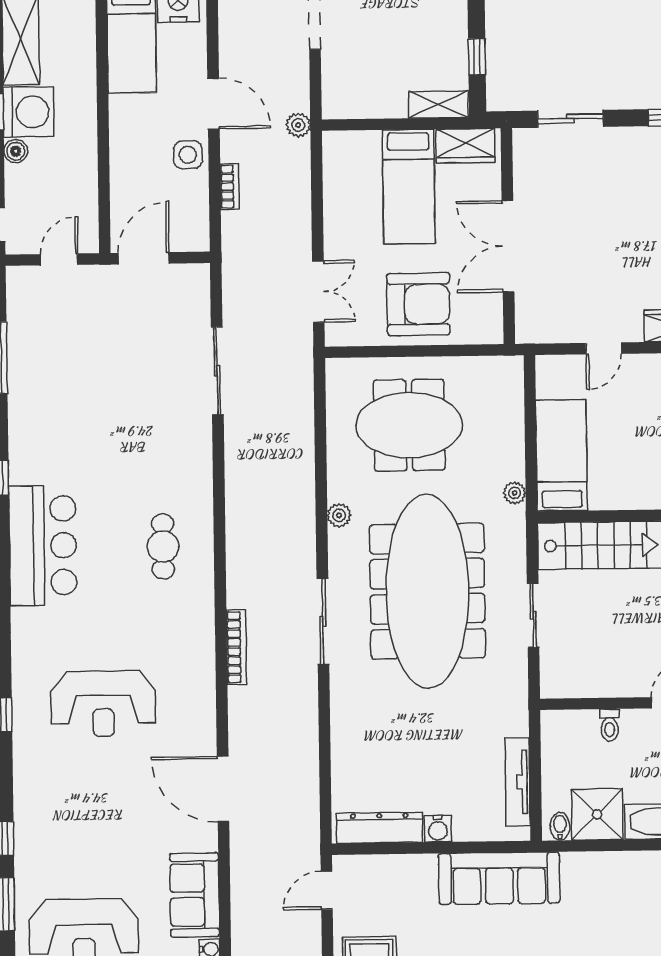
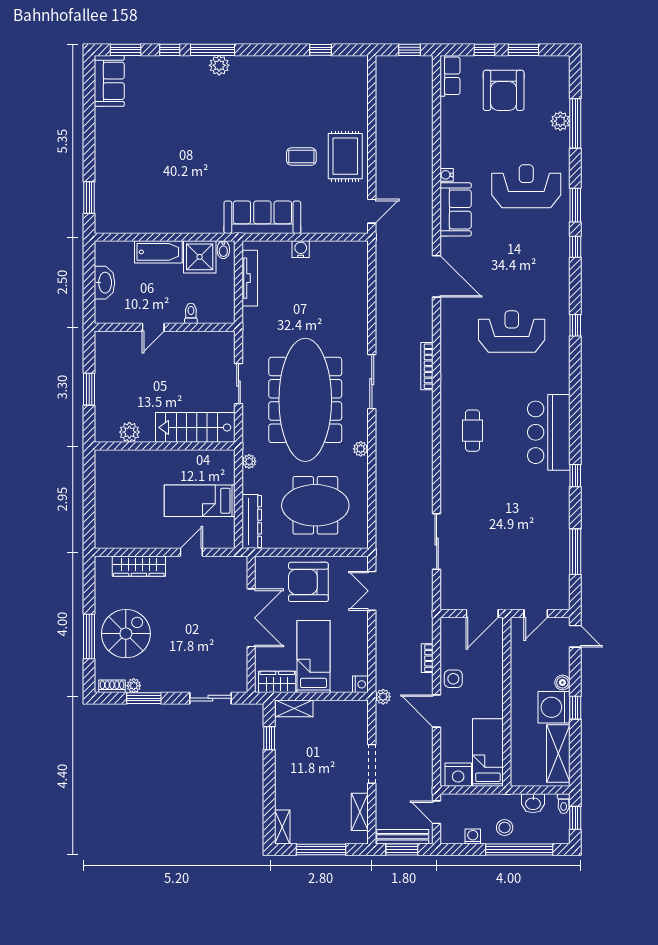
nightstand: (334, 144) -> (360, 684), added
bed: (562, 455) -> (200, 501), moved, turned 90
dresser: (379, 828) -> (252, 522), moved, turned -90

